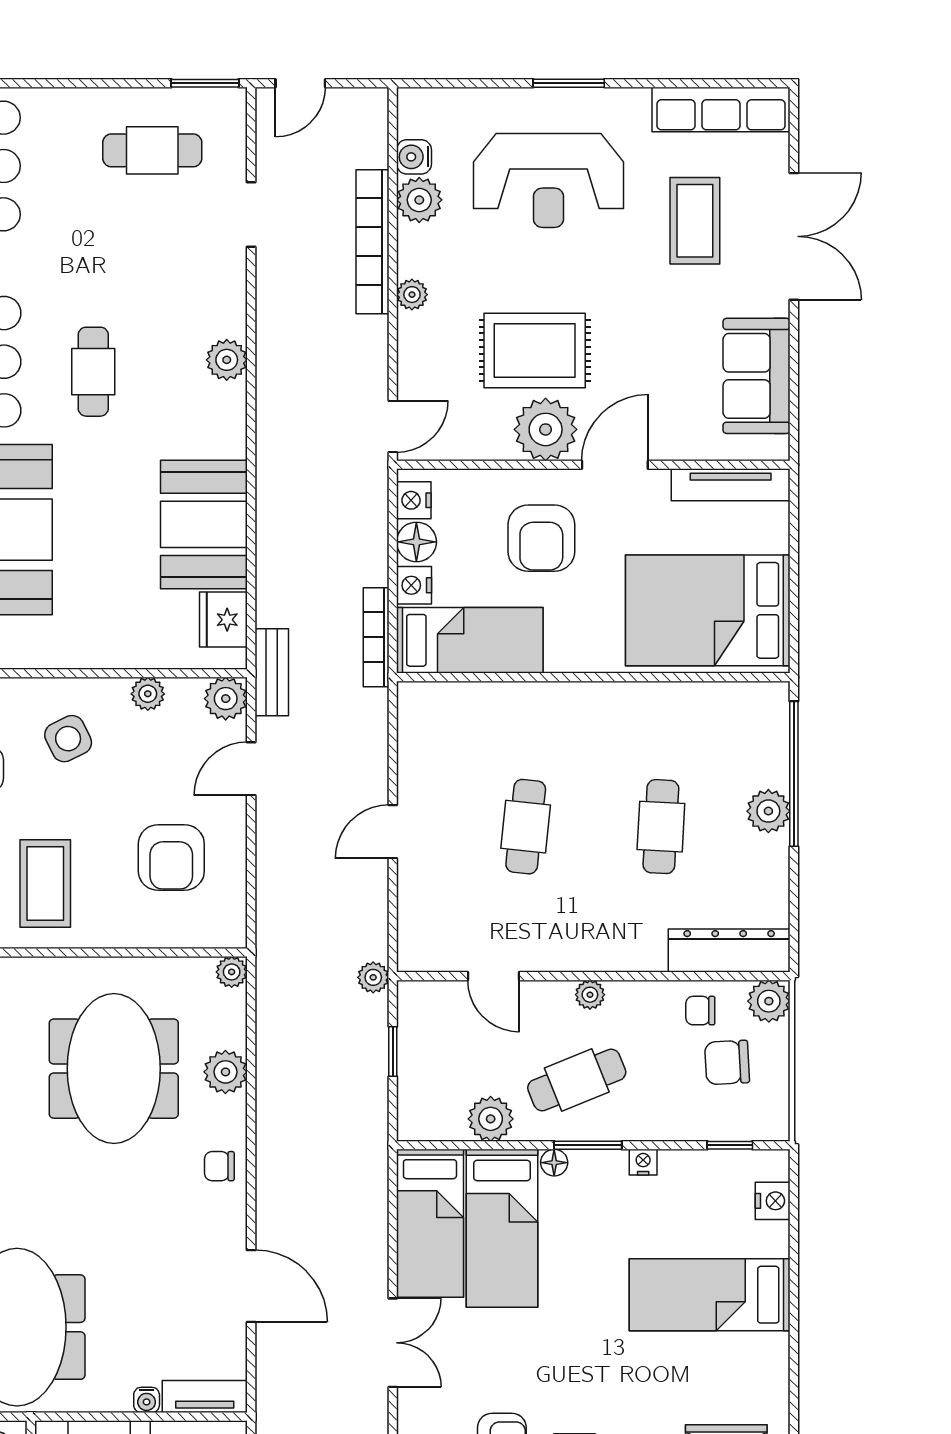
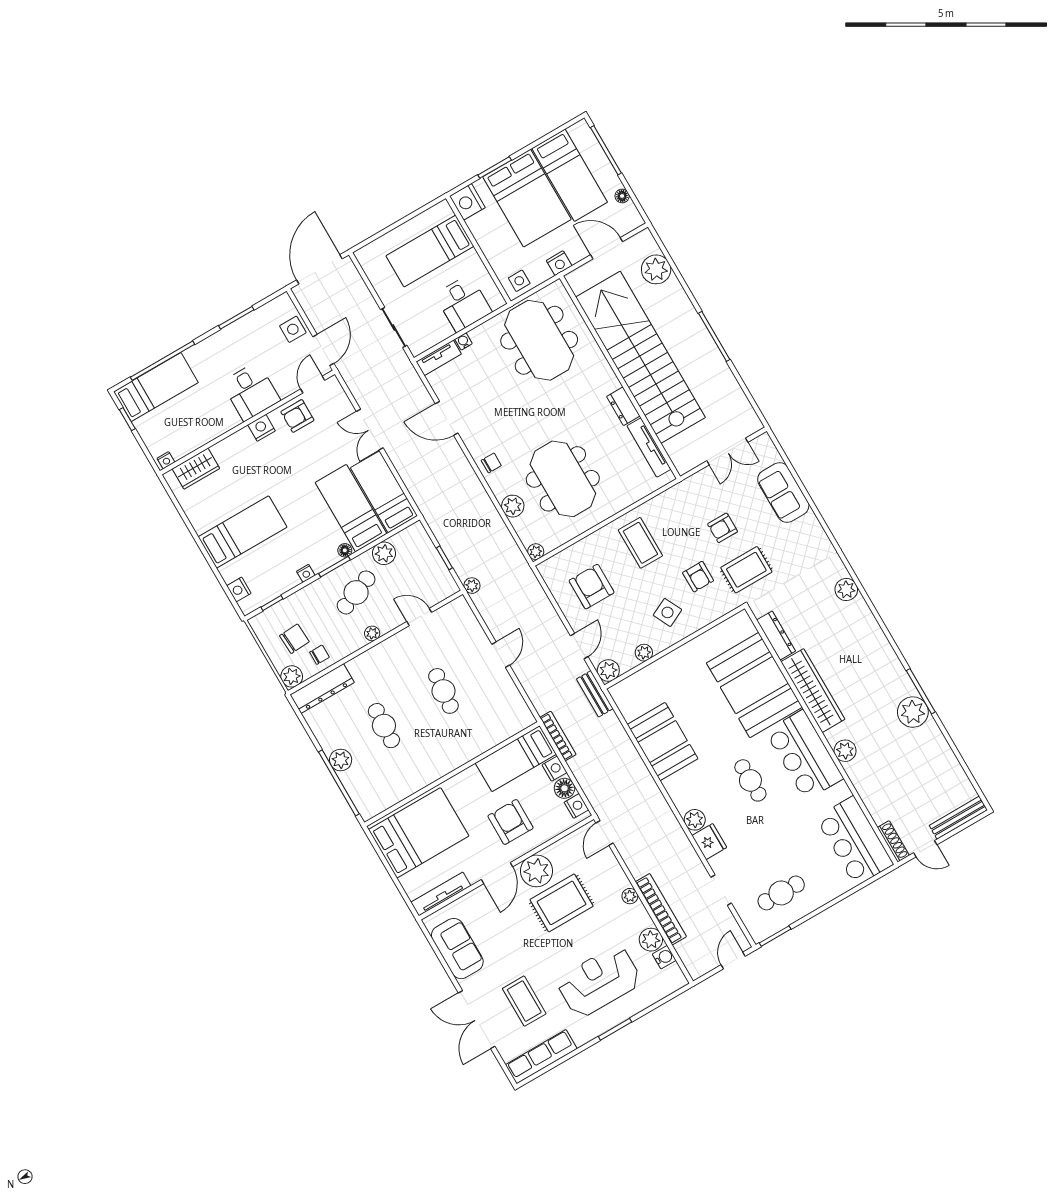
fridge: (223, 620) -> (709, 842), moved

